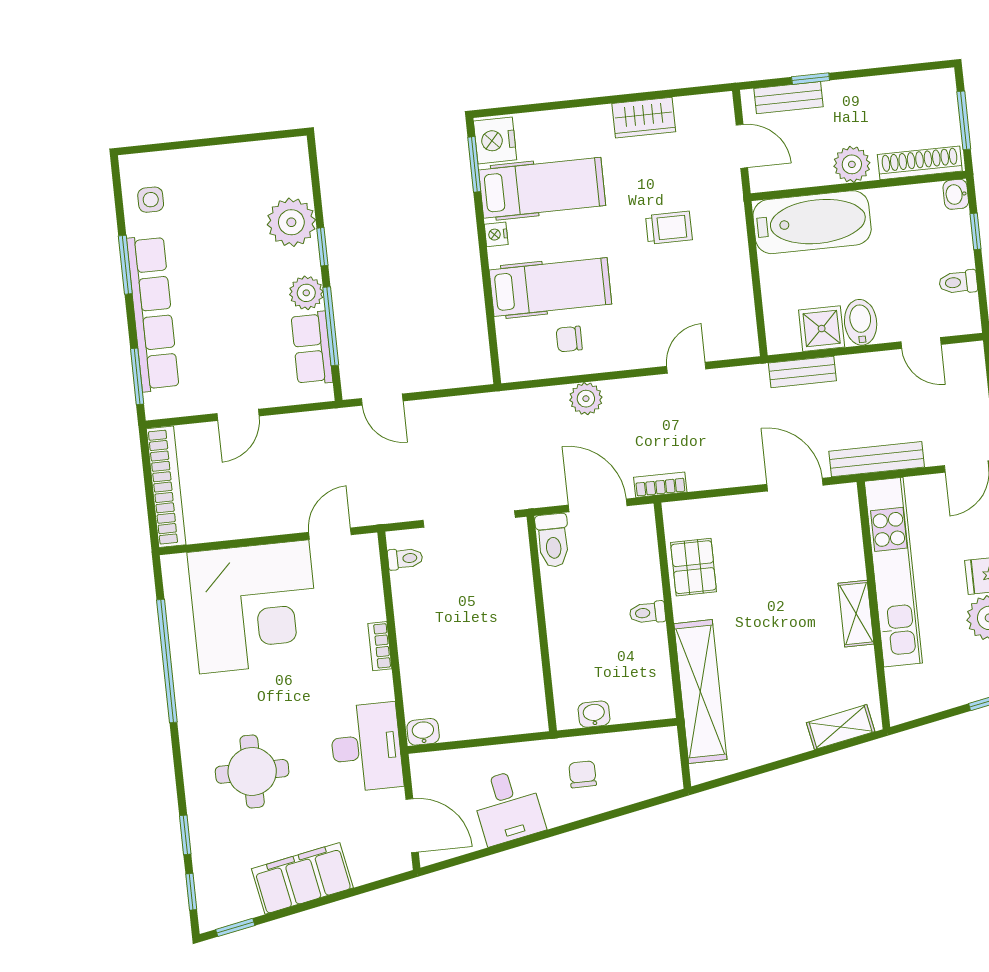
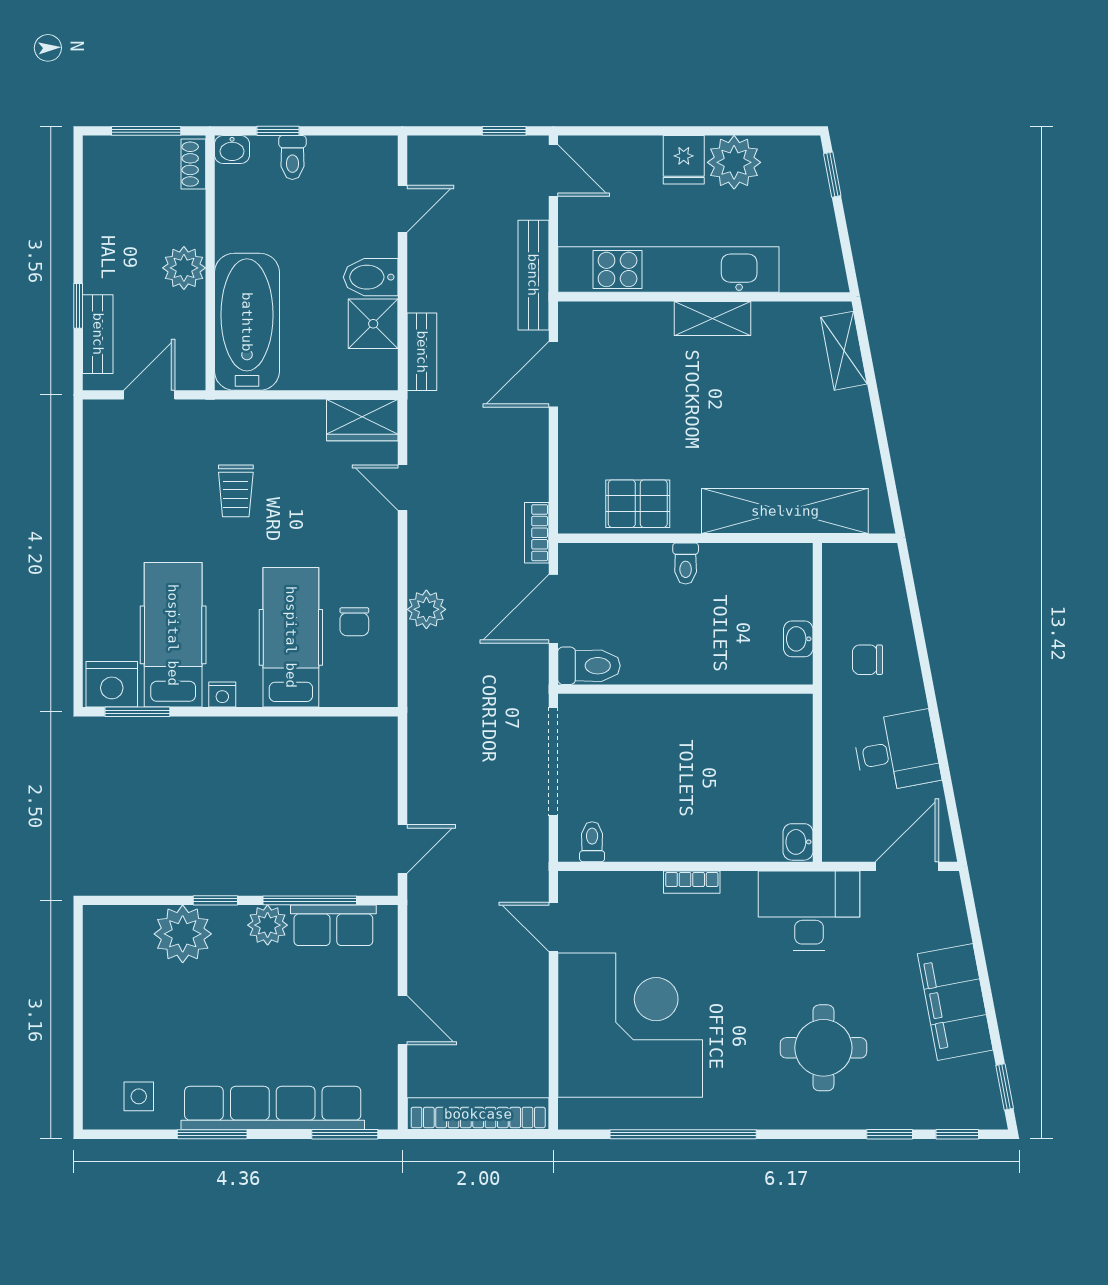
wardrobe: (644, 118) -> (362, 420), moved, turned 90
shoe rack: (920, 163) -> (193, 164), width x0.51, depth x0.81
trolley: (669, 228) -> (236, 491), turned 180
toilet: (958, 282) -> (292, 157), moved

